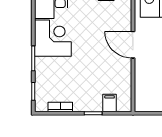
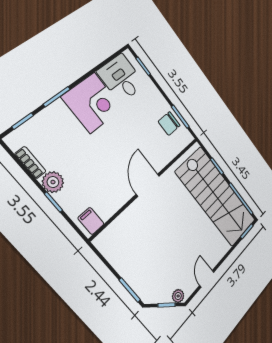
filing cabinet: (110, 103) -> (91, 221), moved, turned -90
plant: (82, 104) -> (53, 182), added

